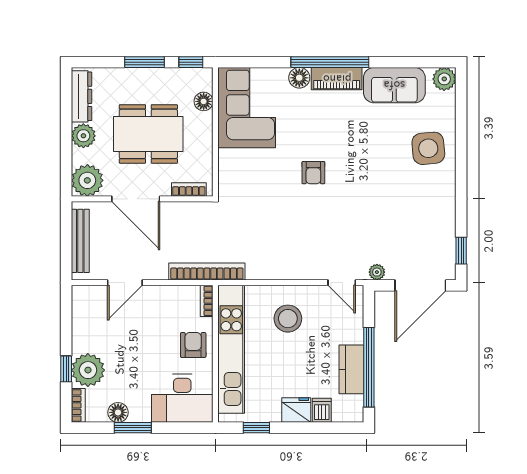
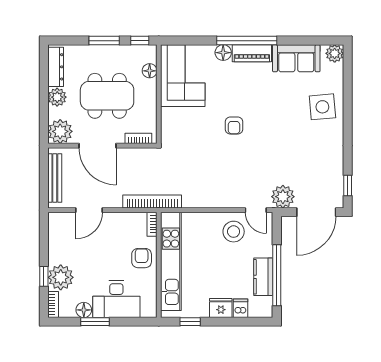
plant: (377, 272) -> (283, 197), width x1.88, depth x1.88
stool: (288, 319) -> (234, 232), moved
desk: (182, 398) -> (116, 299), moved

